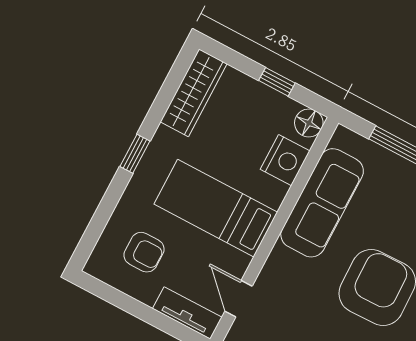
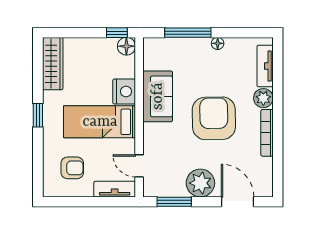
window: (277, 82) -> (117, 33), moved
nightstand: (285, 160) -> (124, 92), moved
sofa: (322, 203) -> (158, 96), width x0.73

